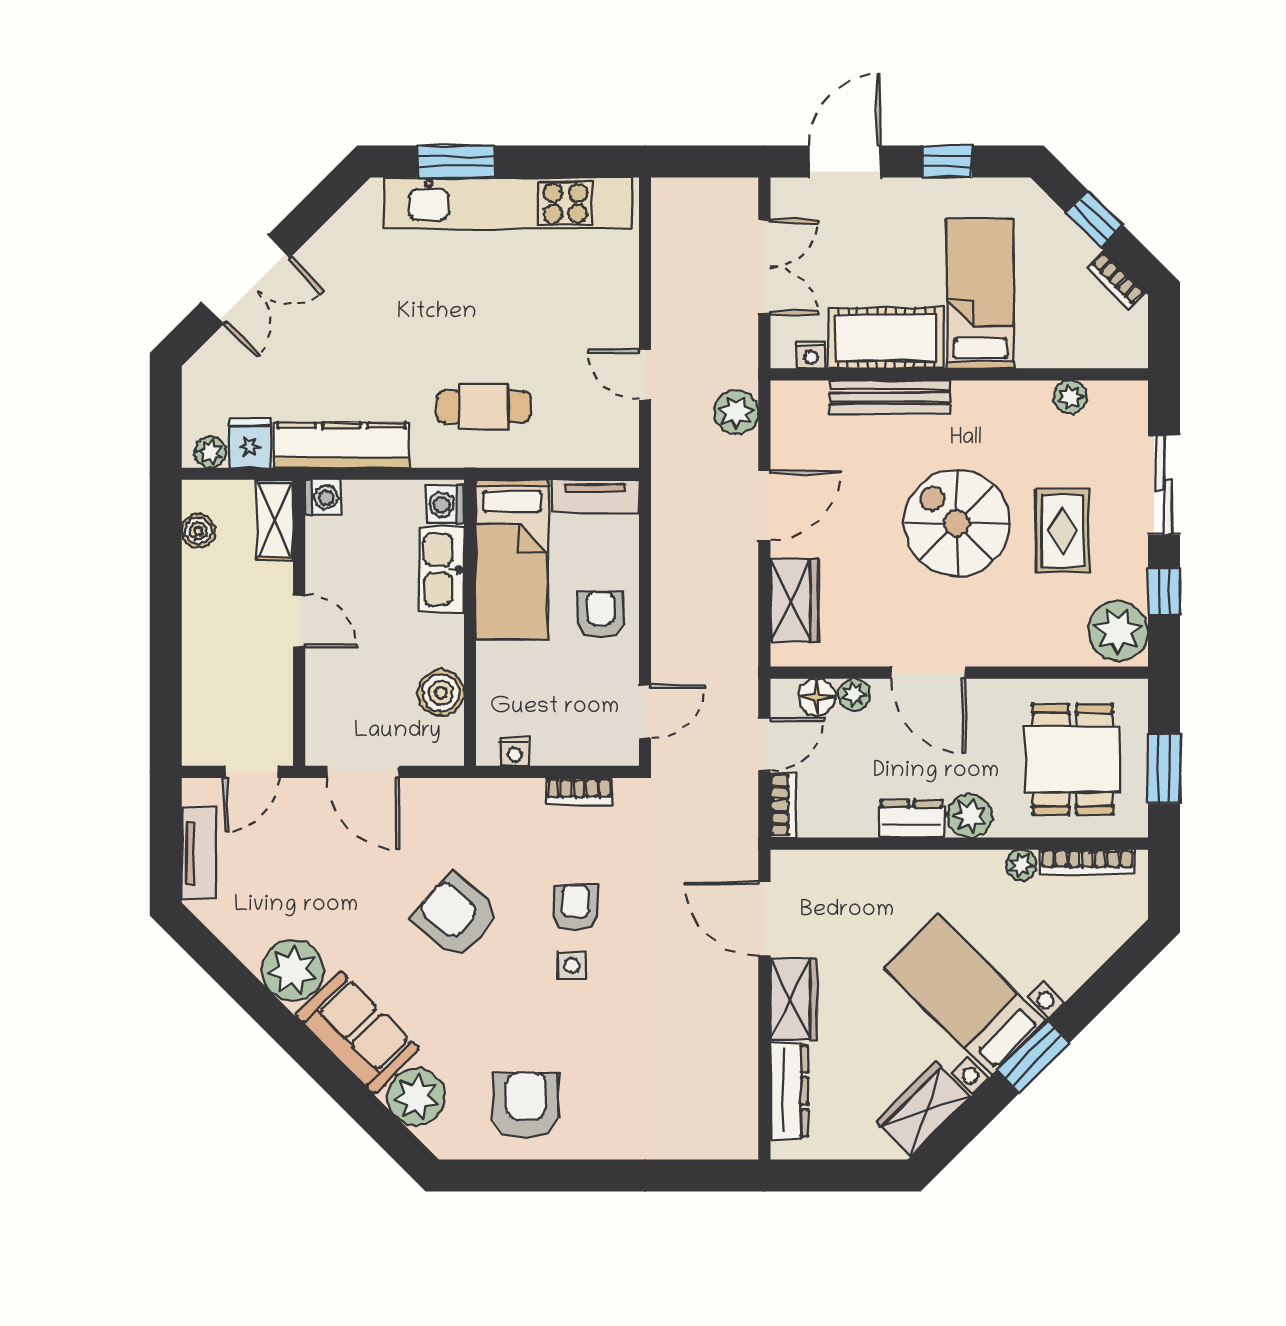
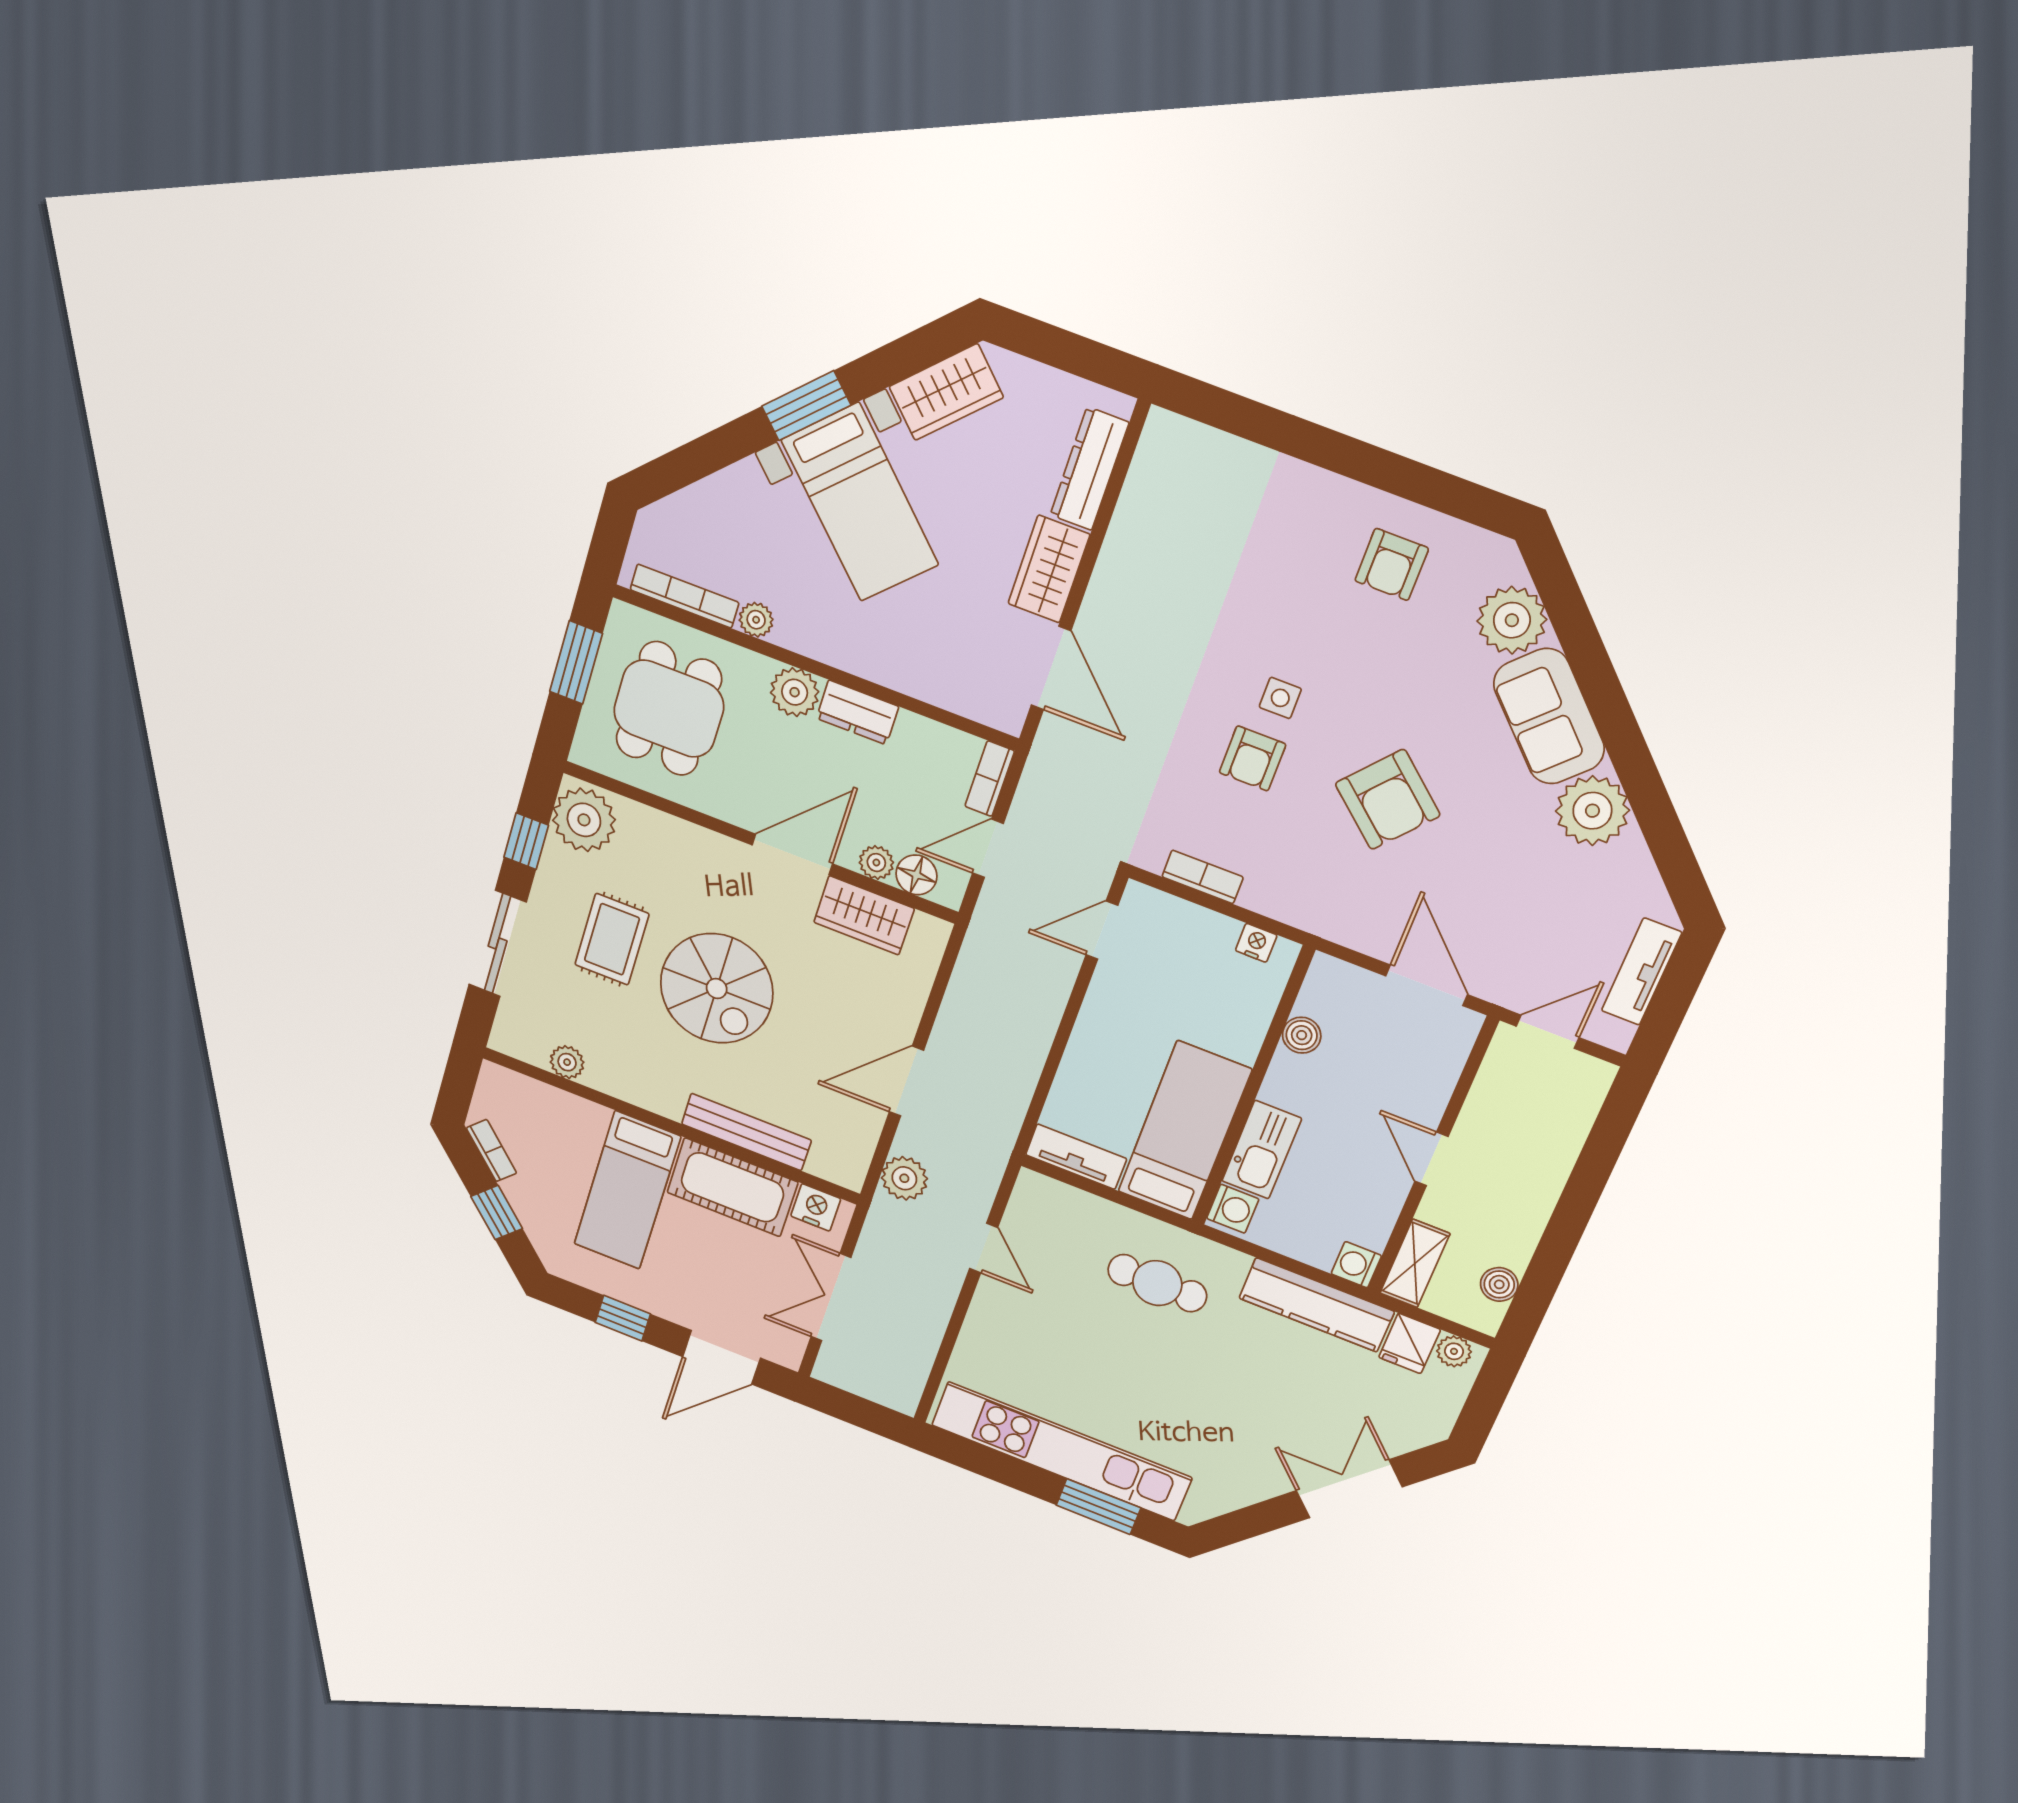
nightstand: (811, 355) -> (816, 1207), width x1.39, depth x1.35
wardrobe: (794, 601) -> (864, 915), moved, turned -90
armchair: (601, 615) -> (1113, 1042), removed
door: (928, 673) -> (792, 854), hinge flipped
boiler: (441, 693) -> (1302, 1035), width x0.73, depth x0.73
armchair: (526, 1105) -> (1392, 564), width x0.72, depth x0.72

